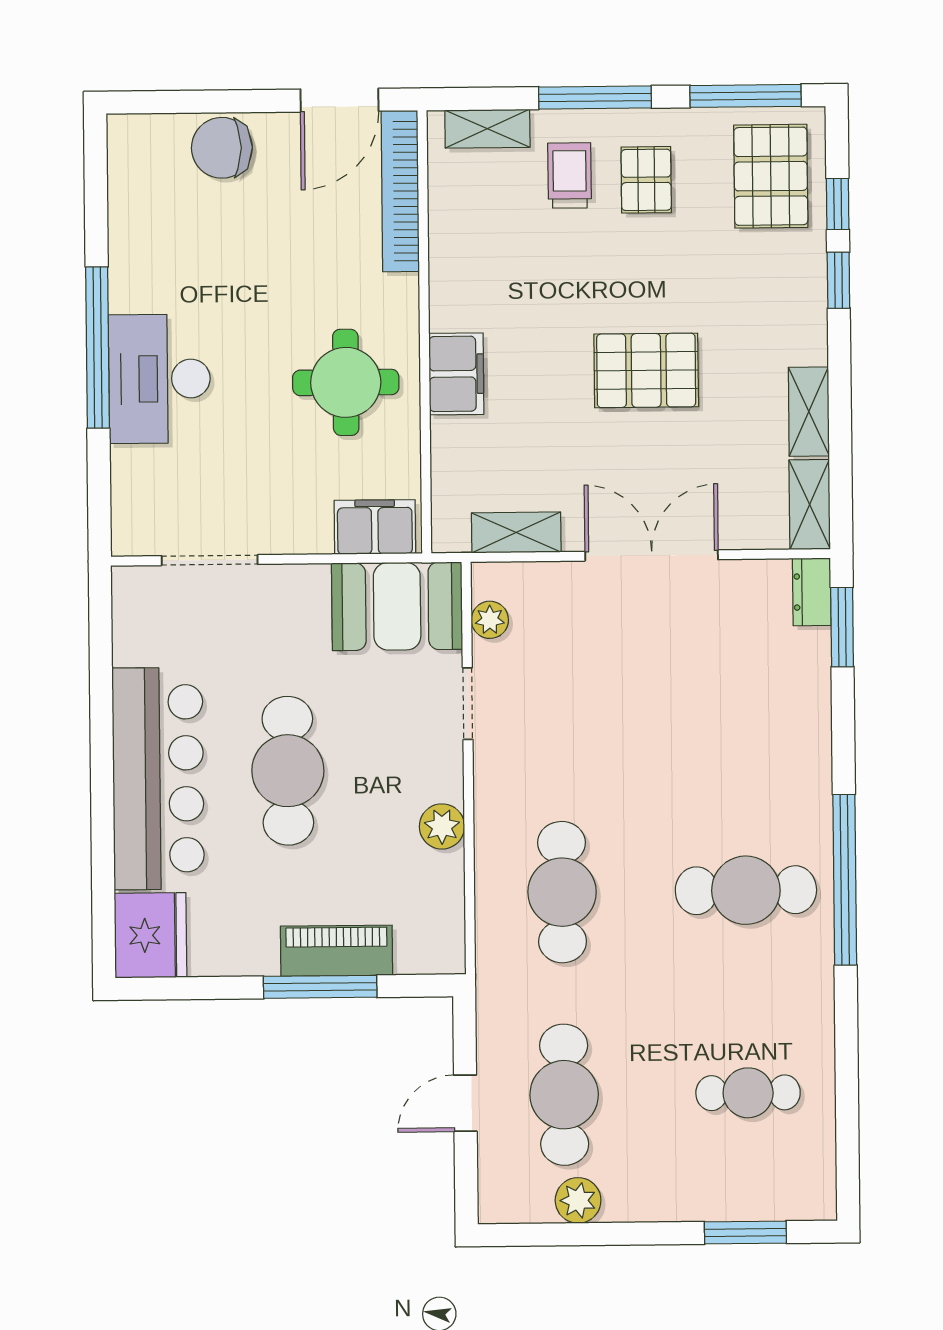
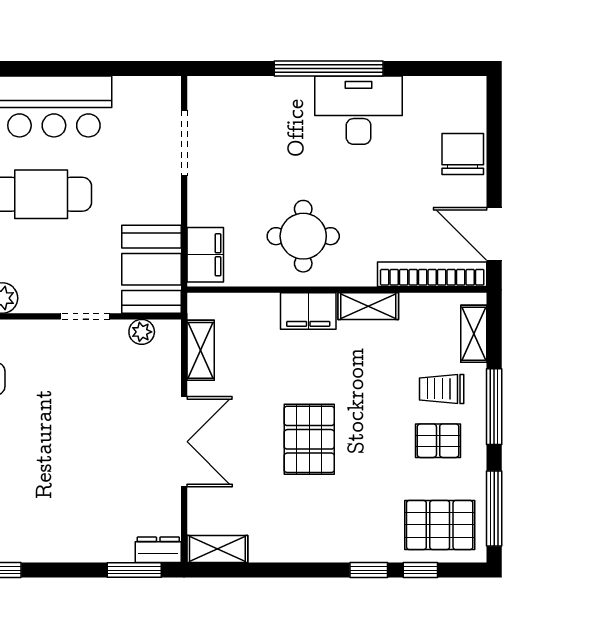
trolley: (570, 175) -> (442, 389), turned 180
desk: (159, 379) -> (359, 110), moved
shelving: (809, 412) -> (368, 306), moved

